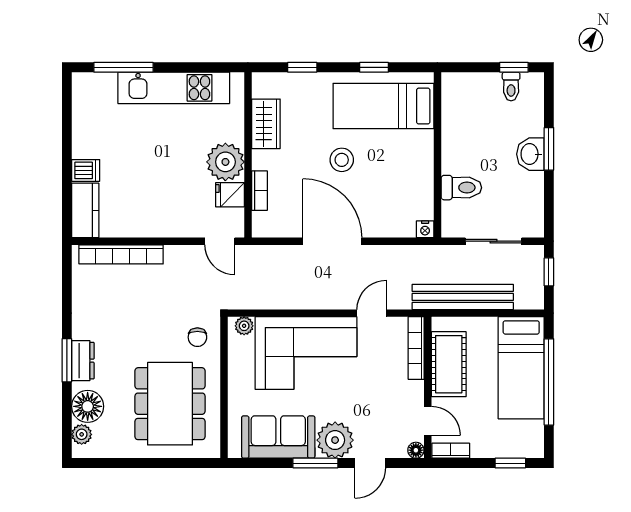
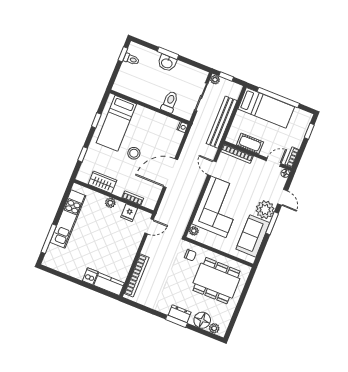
plant: (225, 162) -> (110, 203), width x0.53, depth x0.53
plant: (535, 254) -> (215, 80), added
cot: (449, 364) -> (250, 144), width x0.73, depth x0.75

